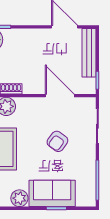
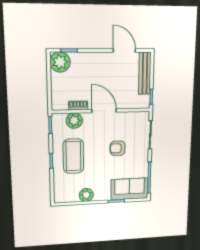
door: (60, 96) -> (104, 111), moved
armchair: (57, 141) -> (118, 148), turned 54
sofa: (52, 193) -> (130, 189), moved

